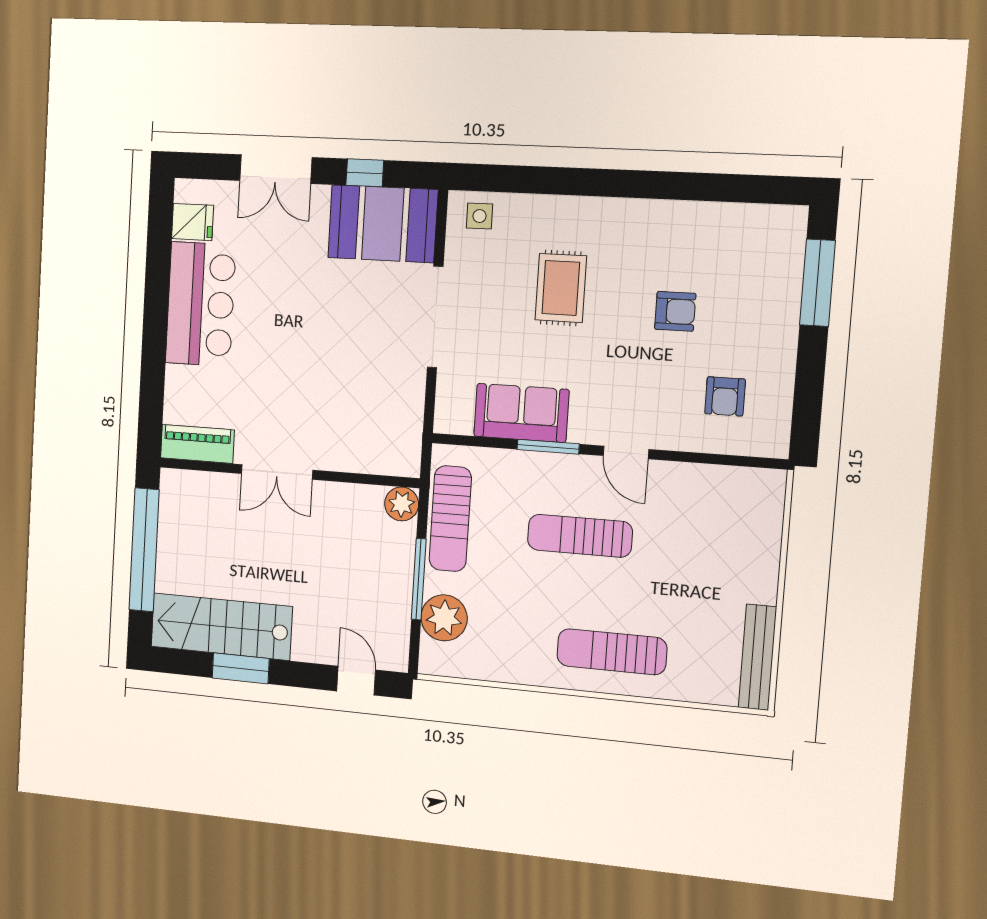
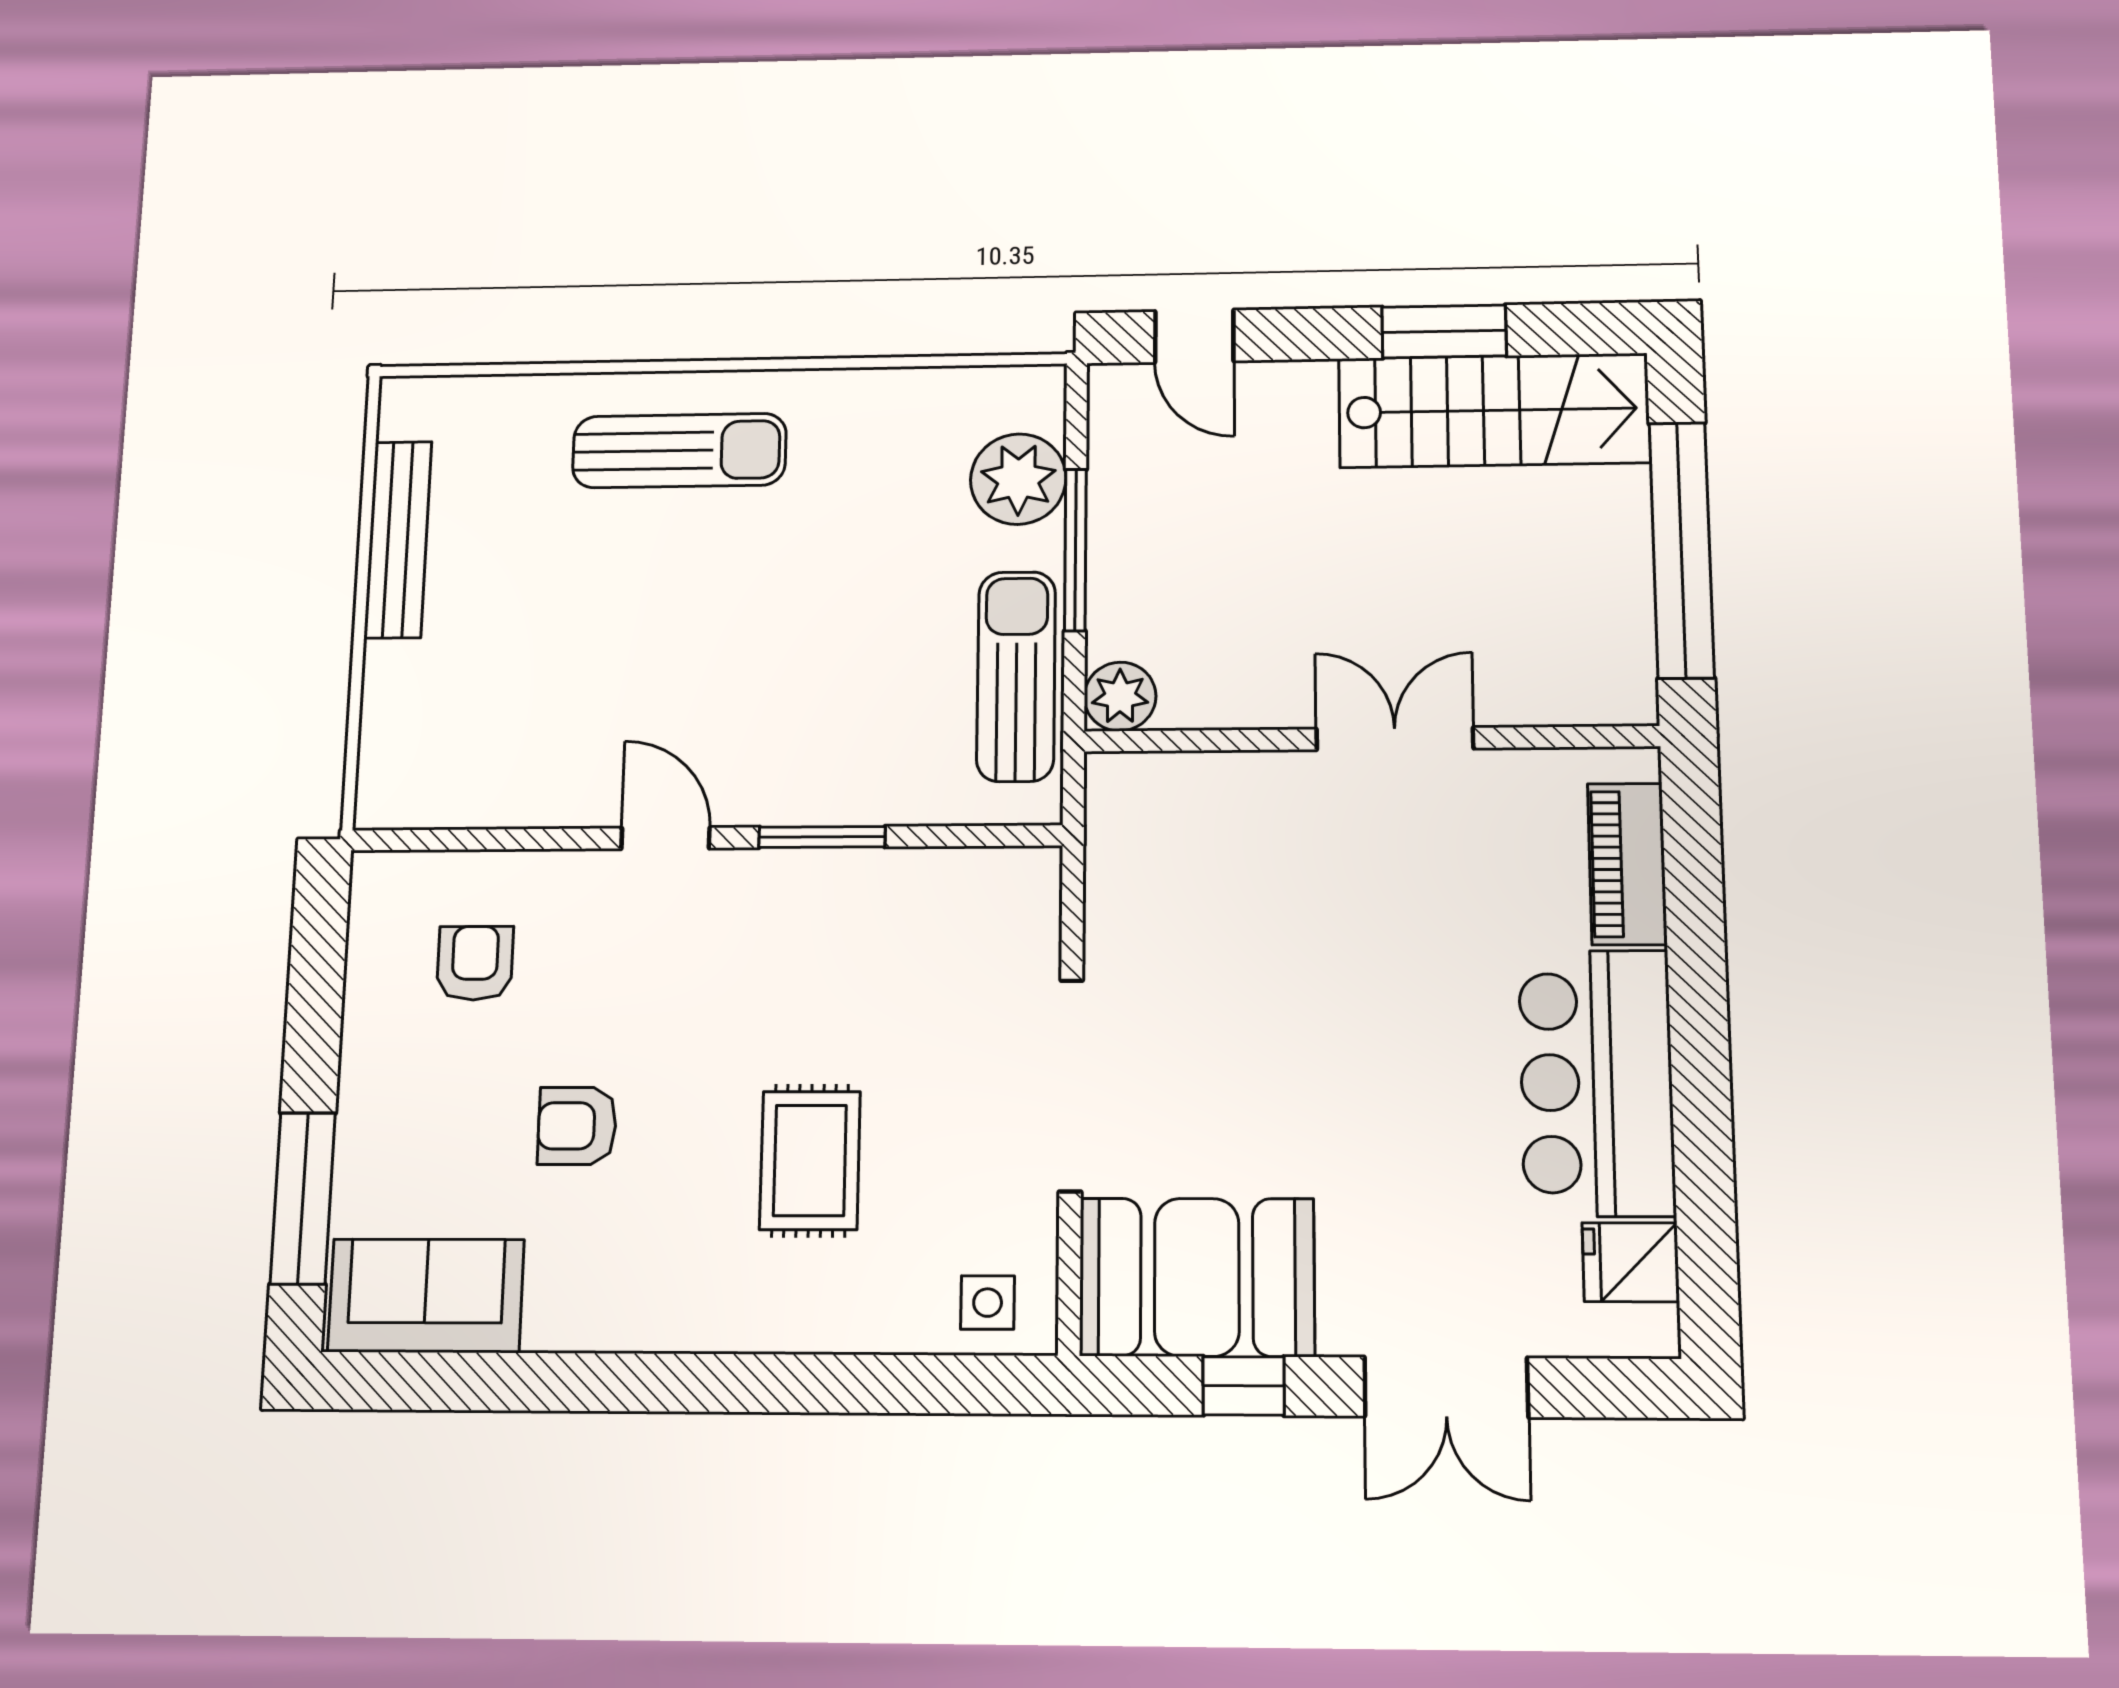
double door: (276, 169) -> (1446, 1387), swing flipped
sofa: (521, 413) -> (426, 1296), moved, turned 180
piano: (197, 444) -> (1627, 864), moved, turned 90
sun lounger: (580, 536) -> (751, 667), removed
bench: (757, 657) -> (398, 539), moved

